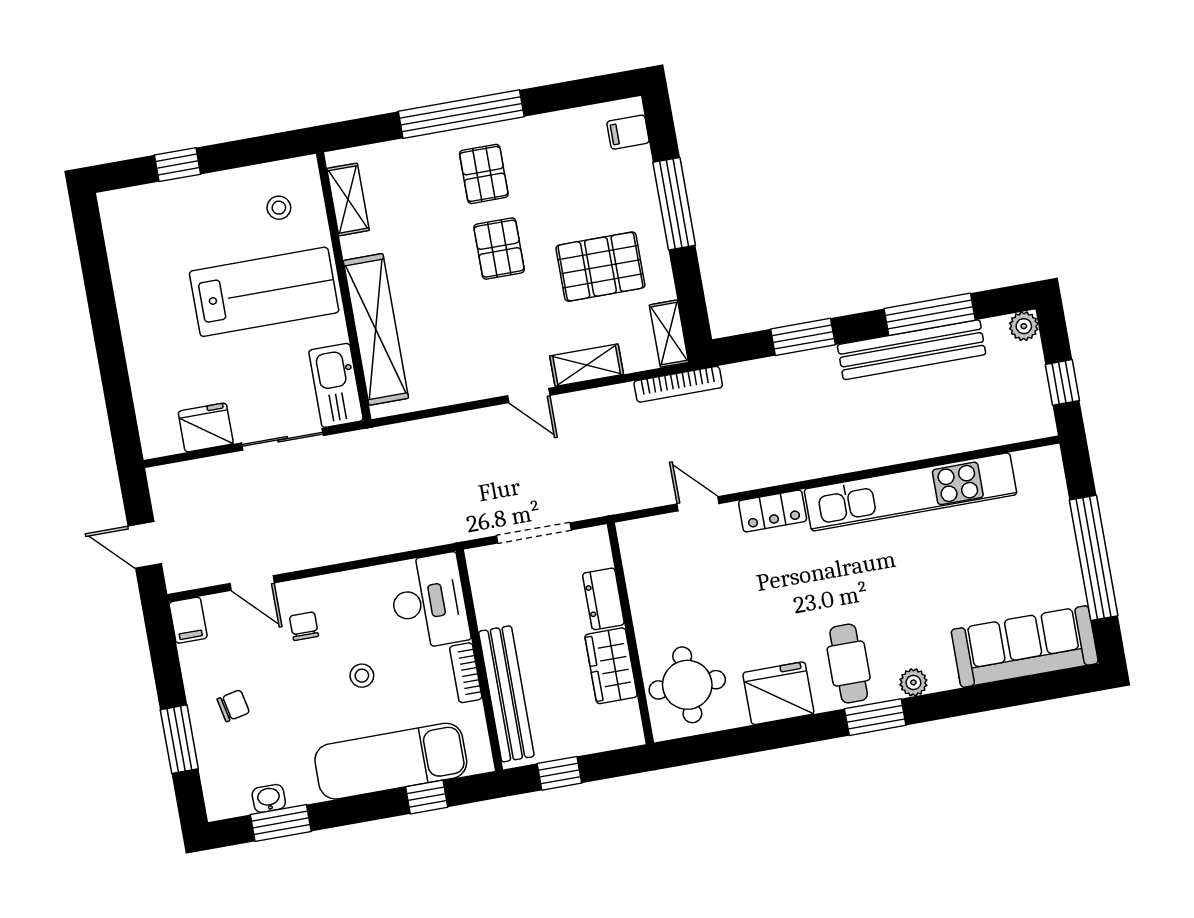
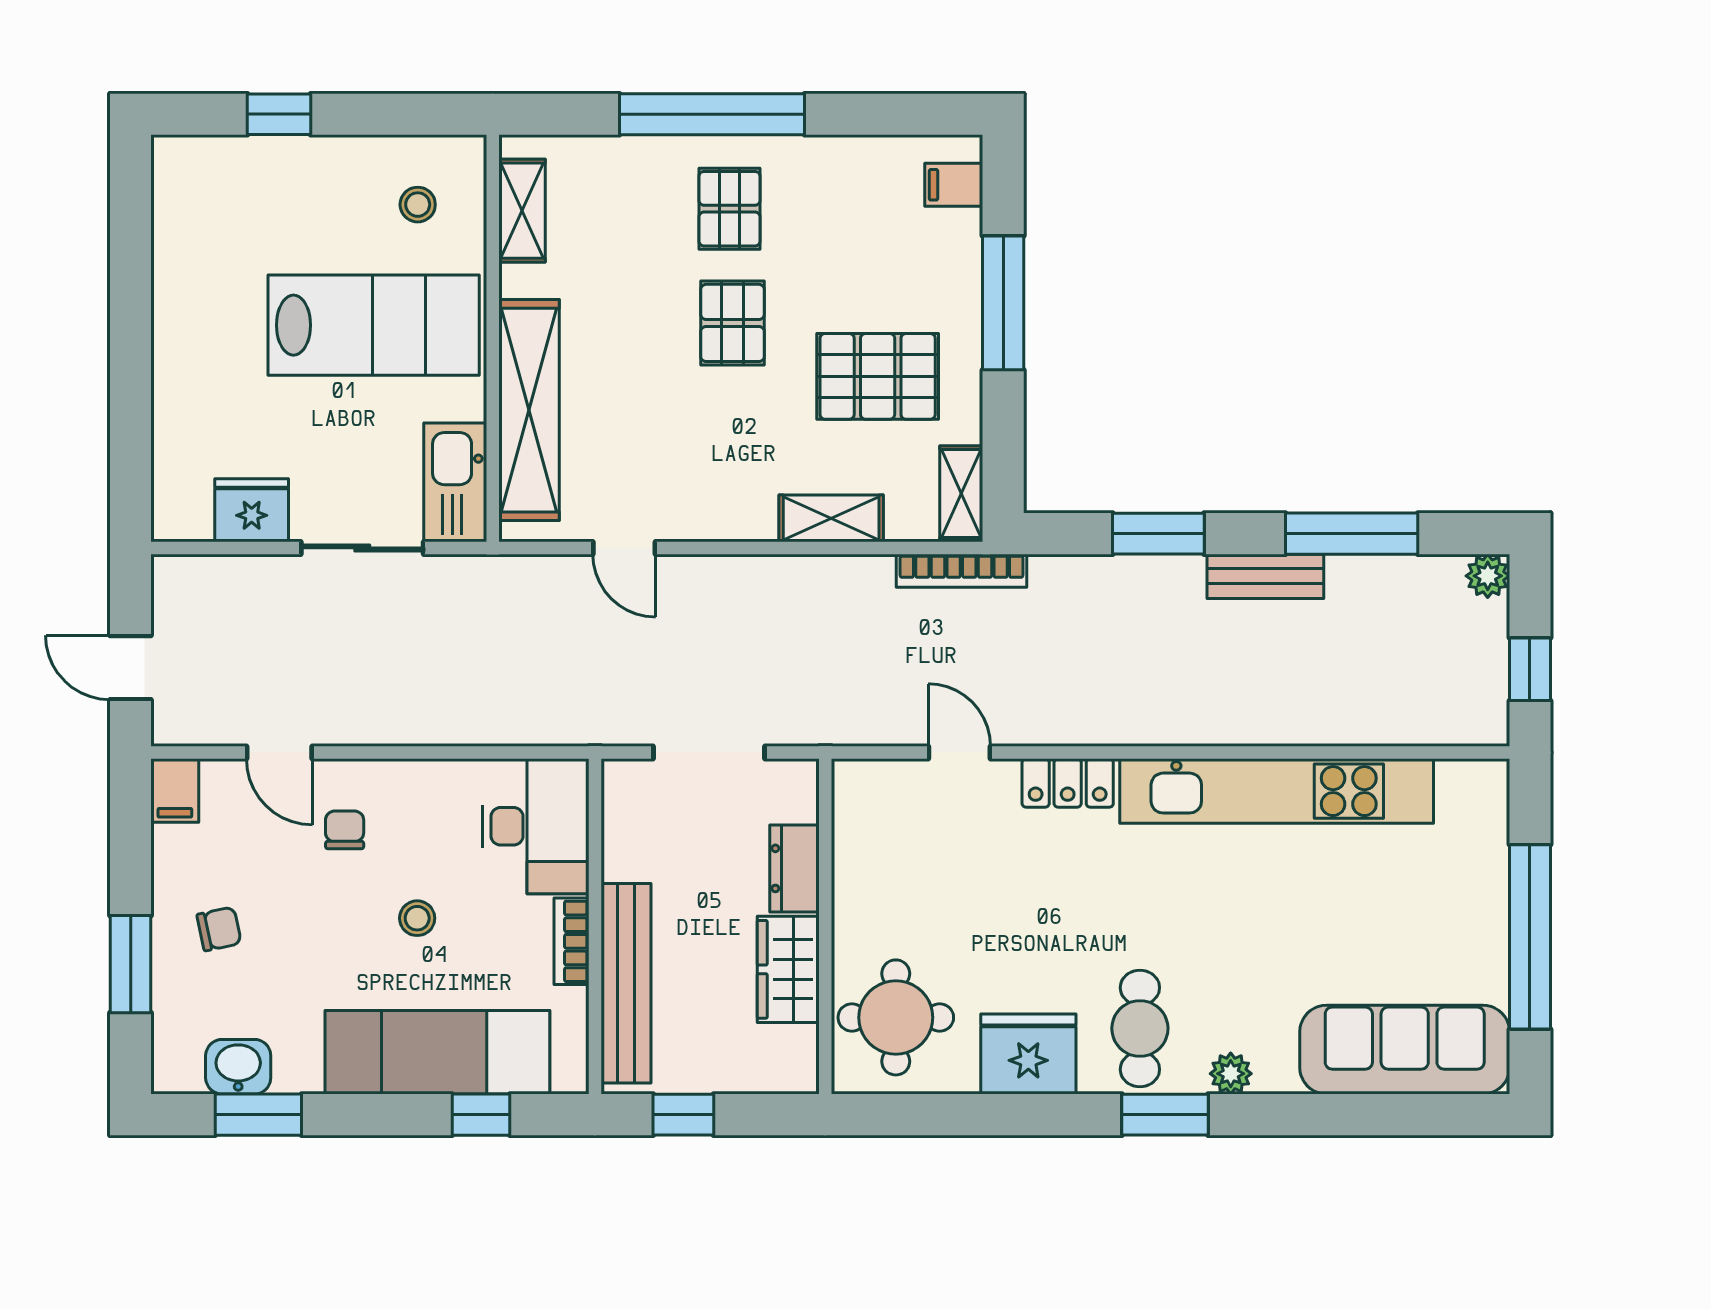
bench: (912, 350) -> (1265, 576), width x0.54, depth x0.82
door: (529, 395) -> (624, 548), moved
washbasin: (269, 798) -> (238, 1067), width x1.38, depth x1.45

